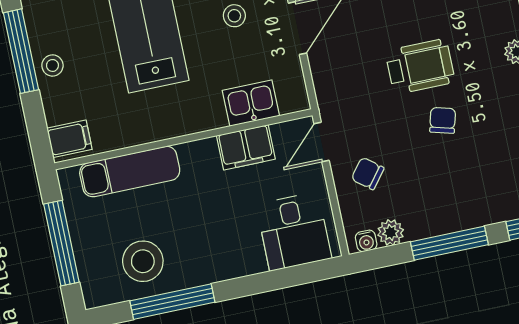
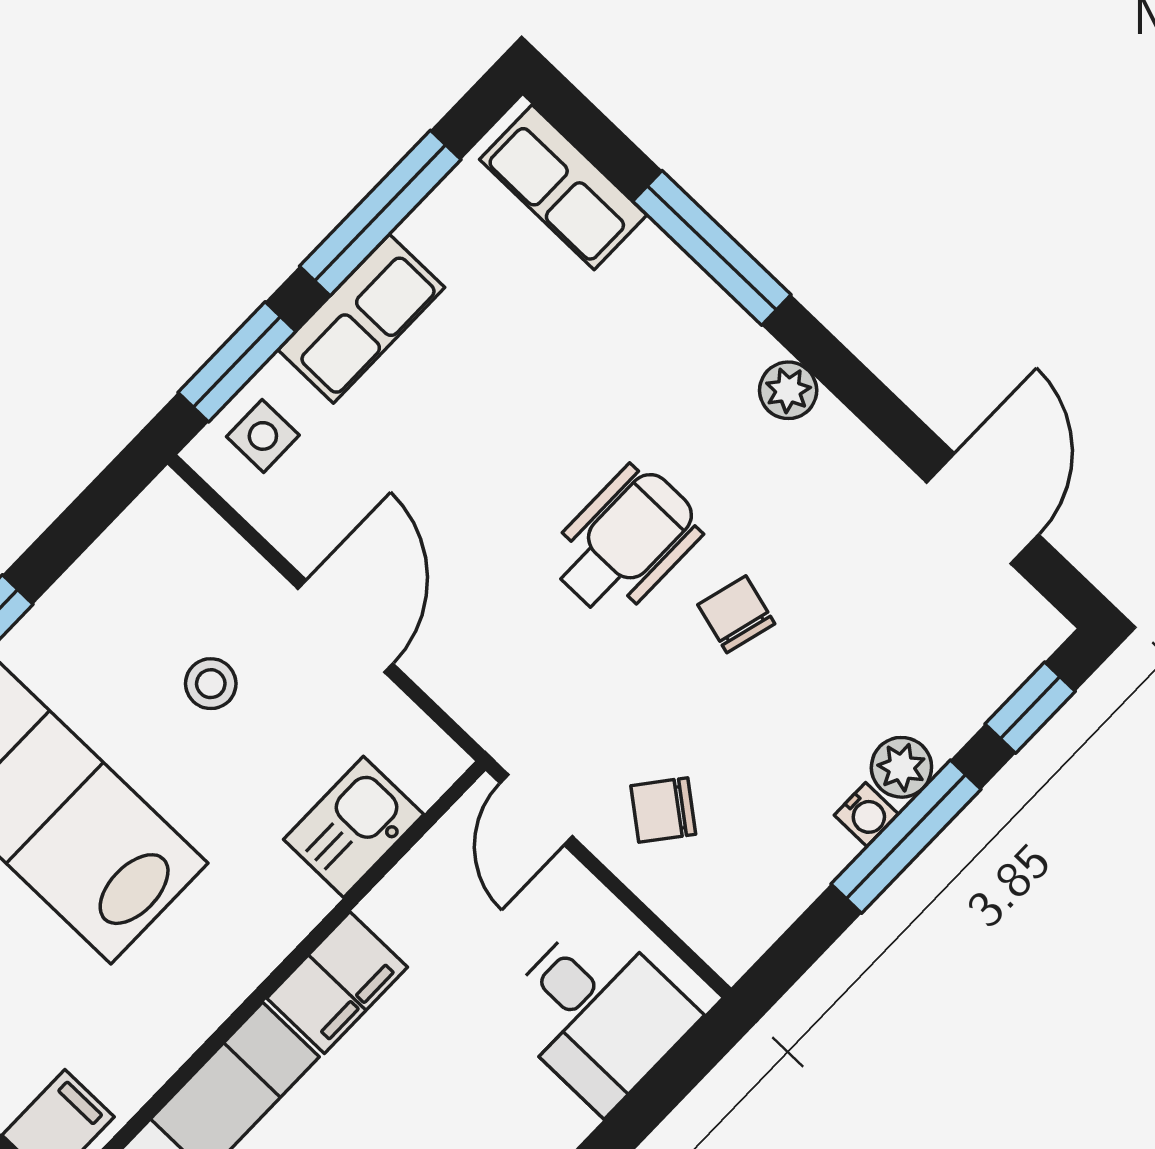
filing cabinet: (246, 147) -> (337, 983), moved
plant: (391, 232) -> (901, 767), moved
water cooler: (366, 241) -> (866, 814), moved

